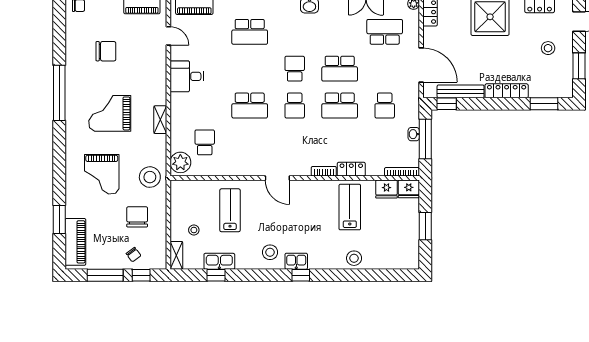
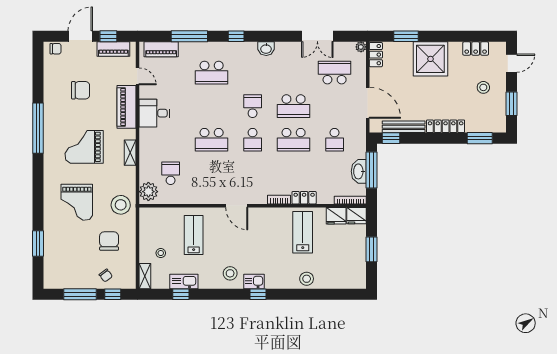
washbasin: (414, 134) -> (359, 171), width x1.91, depth x1.45
piano: (75, 242) -> (126, 107), moved, turned 180

